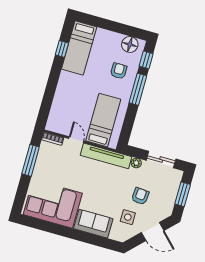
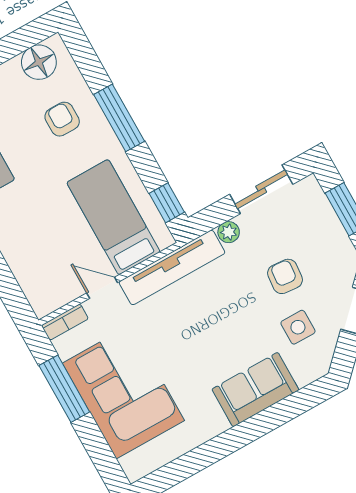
window: (146, 60) -> (167, 203), moved
corner sofa: (53, 204) -> (123, 392), moved, turned 90

